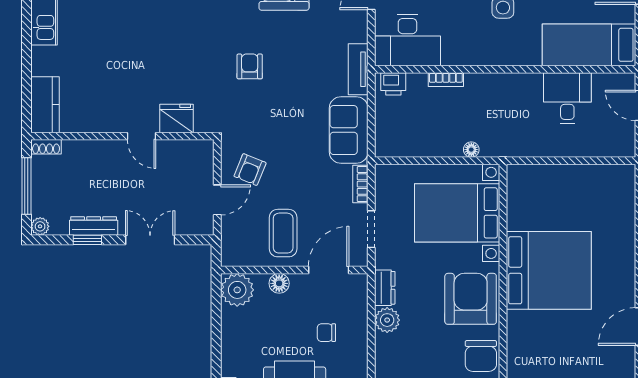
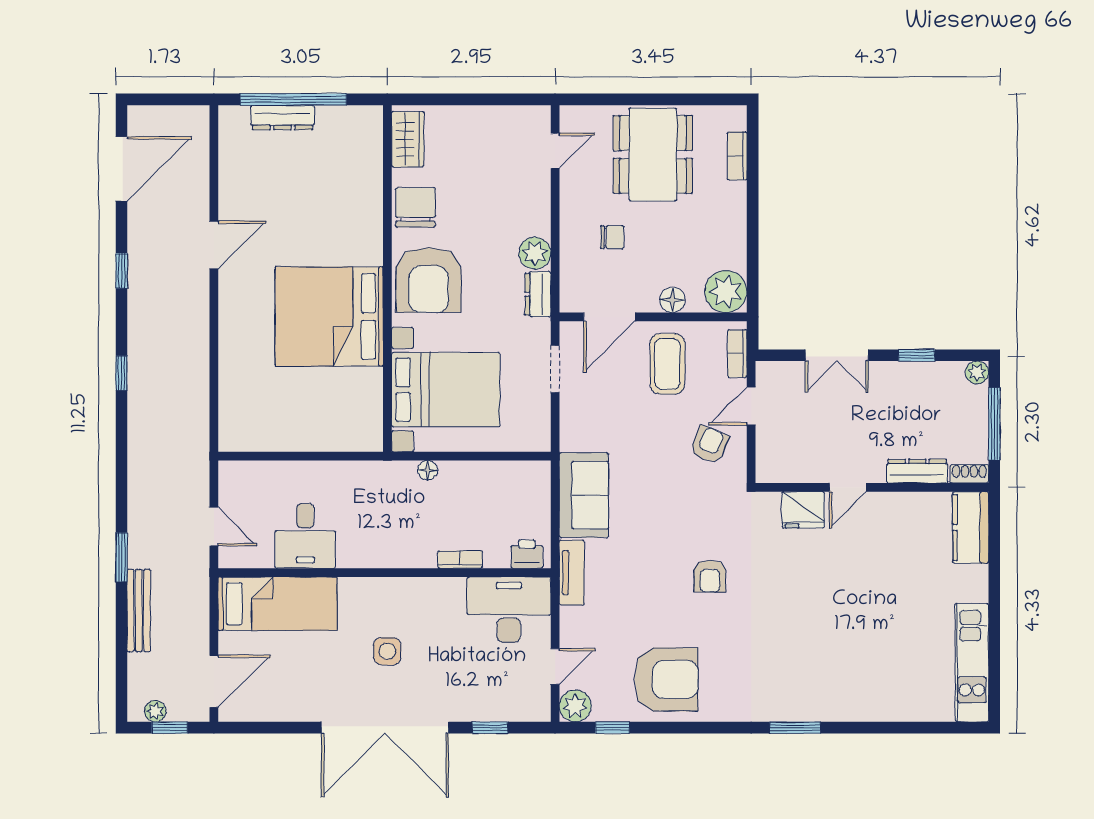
door: (142, 136) -> (848, 487), swing flipped
bookcase: (360, 184) -> (737, 354), moved, turned 180
dresser: (94, 226) -> (917, 471), moved, turned 180

